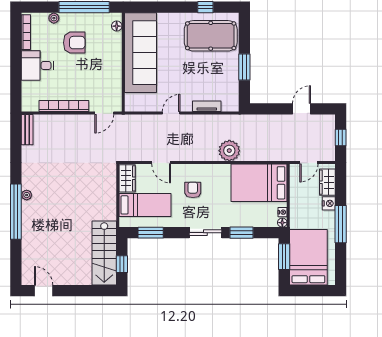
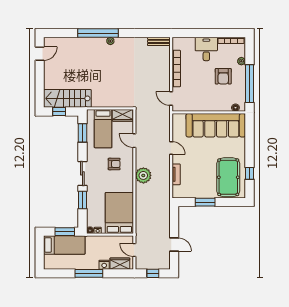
plant: (229, 151) -> (143, 175), moved
door: (161, 163) -> (134, 141), hinge flipped
bed: (308, 257) -> (64, 245), width x0.67

